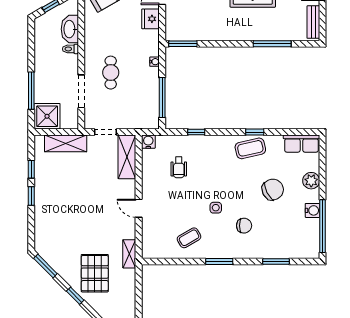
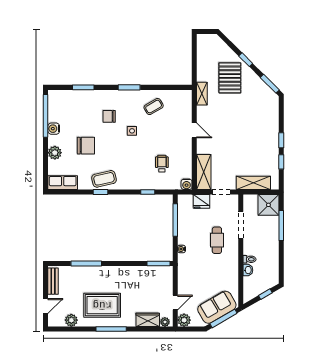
fridge: (151, 19) -> (201, 201), moved, turned 90
washbasin: (70, 29) -> (248, 270), width x0.52, depth x0.69
chair: (273, 190) -> (86, 146), turned -153

